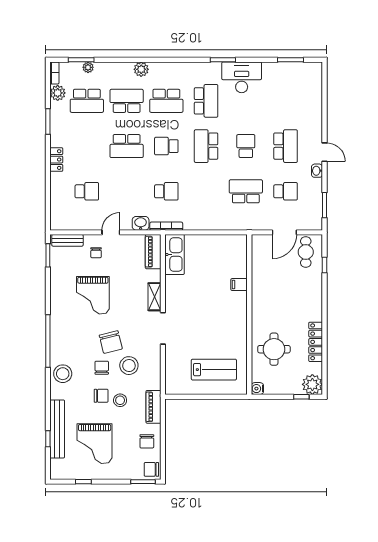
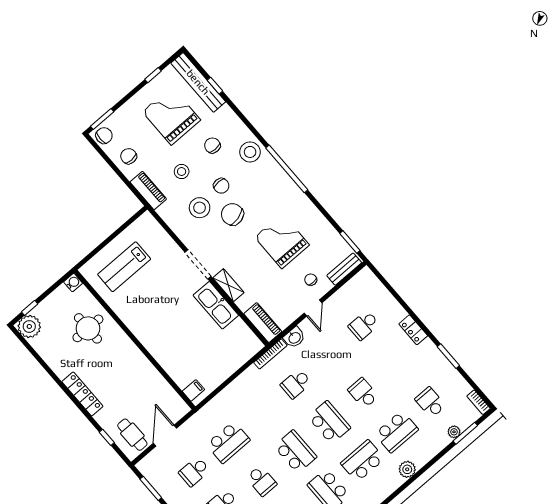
plant: (58, 93) -> (461, 388), removed
school desk: (87, 101) -> (430, 402), width x0.54
school desk: (127, 146) -> (363, 393), width x0.54
school desk: (166, 146) -> (329, 422), width x1.85
kitchen sink: (175, 254) -> (216, 305), moved
filing cabinet: (239, 285) -> (193, 390), moved
locker: (316, 342) -> (82, 394), moved
chair: (101, 396) -> (212, 145), moved, turned 90
bench: (57, 429) -> (198, 82), moved

